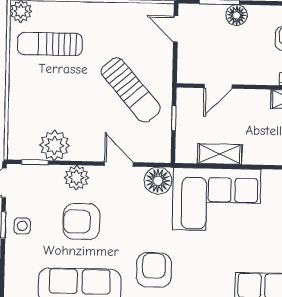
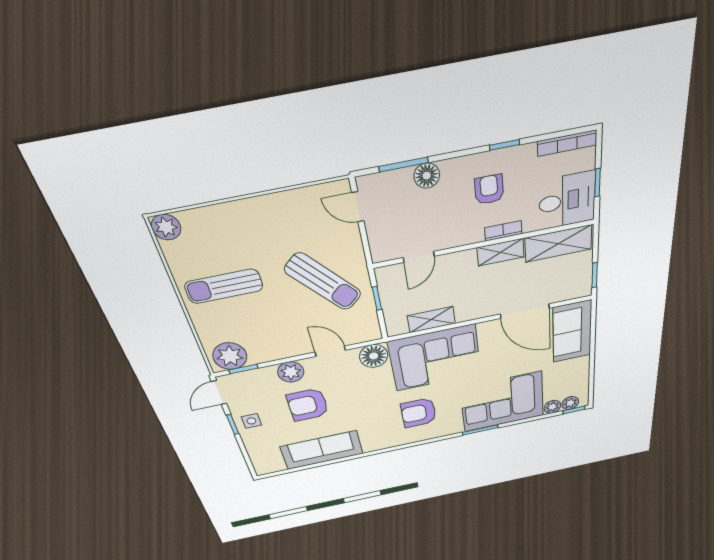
sun lounger: (50, 44) -> (224, 286), moved
plant: (55, 145) -> (230, 356), moved
armchair: (154, 270) -> (419, 413), moved, turned -90

